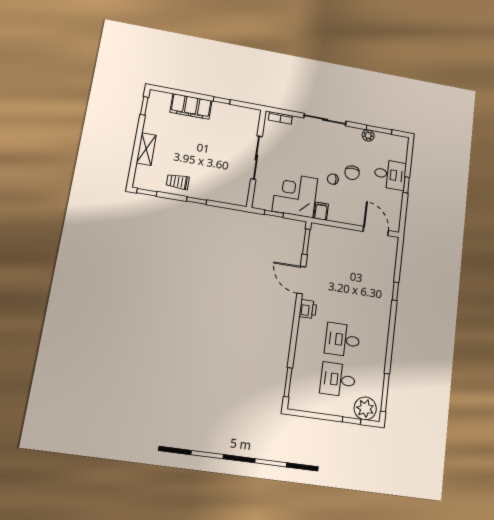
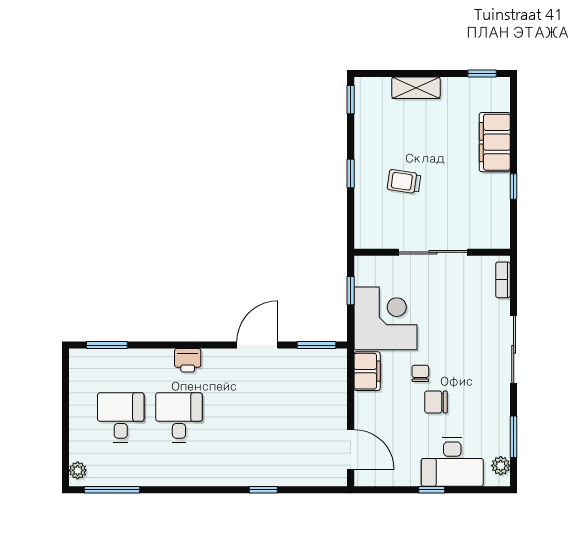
plant: (368, 135) -> (501, 466), moved
desk: (390, 175) -> (452, 462), width x1.37
trolley: (178, 182) -> (404, 182), moved, turned -82
filing cabinet: (321, 211) -> (367, 371), width x2.00
door: (376, 231) -> (351, 450), hinge flipped
printer: (308, 309) -> (188, 360), moved
plant: (365, 408) -> (78, 470), width x0.53, depth x0.53
window: (352, 421) -> (66, 445), removed

